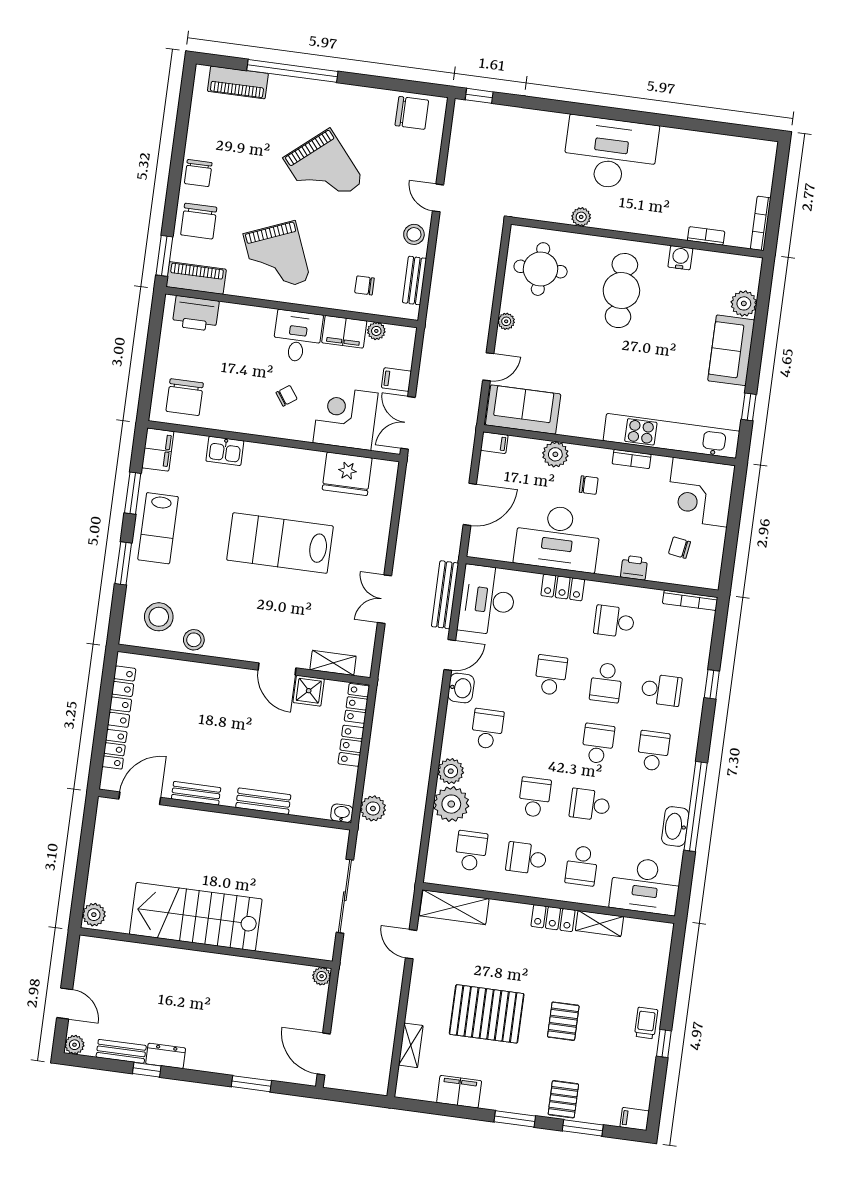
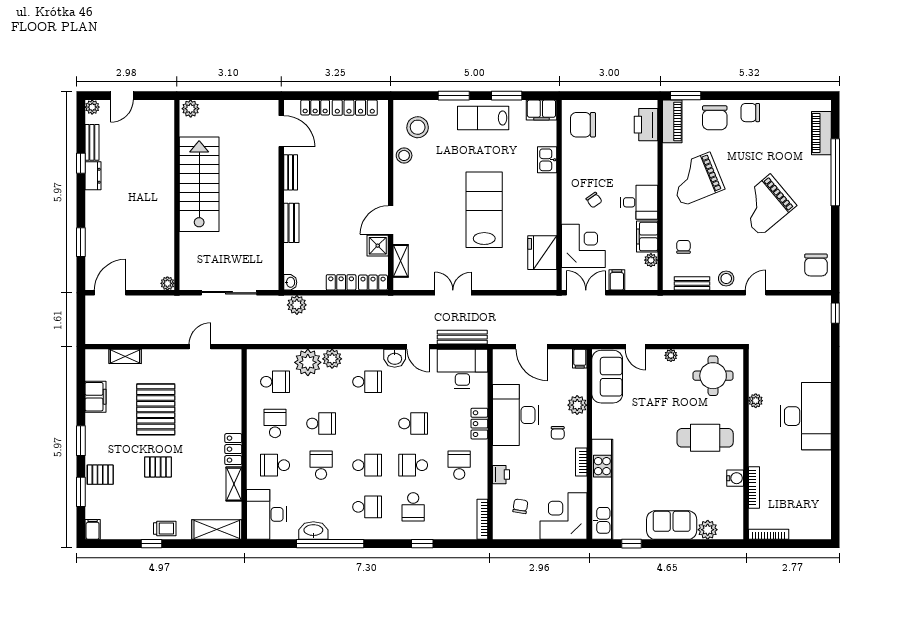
chair: (199, 221) -> (715, 118), turned -90
bookcase: (706, 236) -> (754, 488), width x1.56
shelving: (454, 907) -> (217, 529), moved, turned 90

